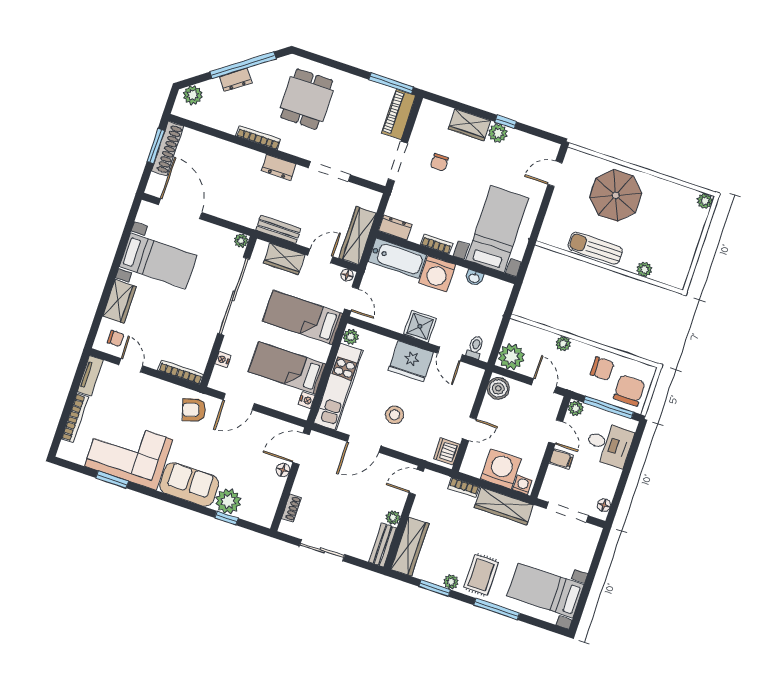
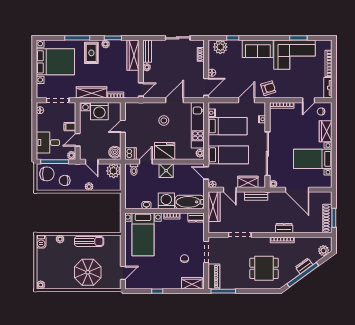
dining table: (307, 99) -> (264, 268), turned 90
wardrobe: (469, 125) -> (192, 283), moved
plant: (498, 133) -> (159, 284), removed
dresser: (279, 167) -> (284, 228), moved
door: (180, 209) -> (297, 190), moved
door: (320, 256) -> (230, 190), hinge flipped
barbecue: (679, 276) -> (41, 242), added
door: (450, 354) -> (146, 162), hinge flipped
door: (131, 365) -> (309, 100), hinge flipped
chair: (629, 390) -> (47, 174), turned -90
door: (556, 432) -> (78, 140), hinge flipped
dishwasher: (447, 451) -> (130, 154), moved
plant: (228, 501) -> (220, 47), moved
bed with nightstands: (545, 590) -> (55, 62), width x1.36

